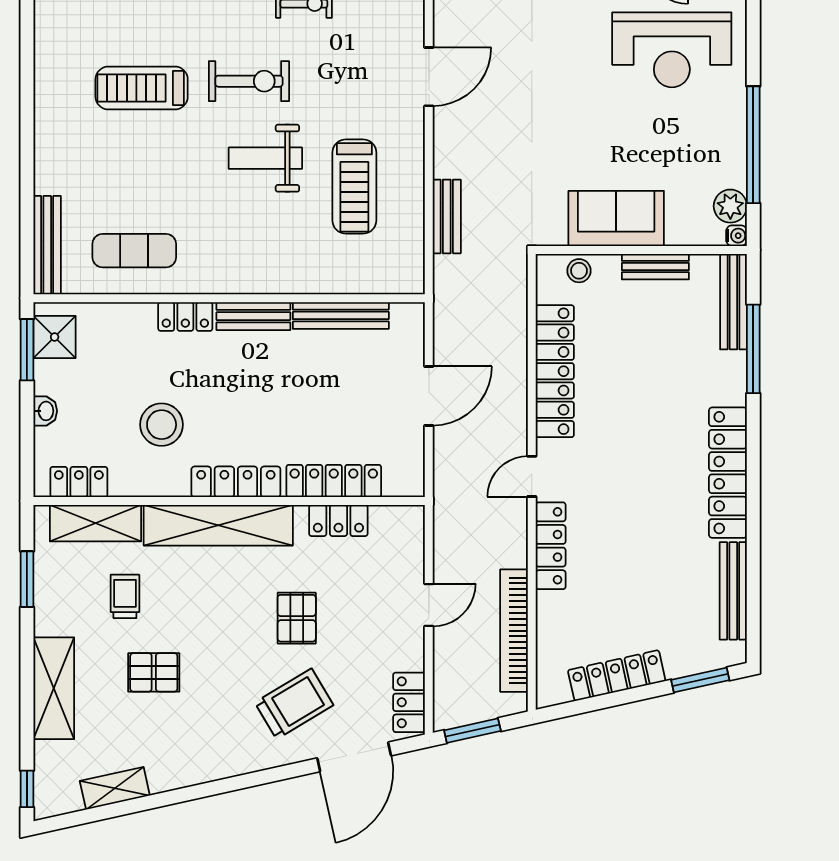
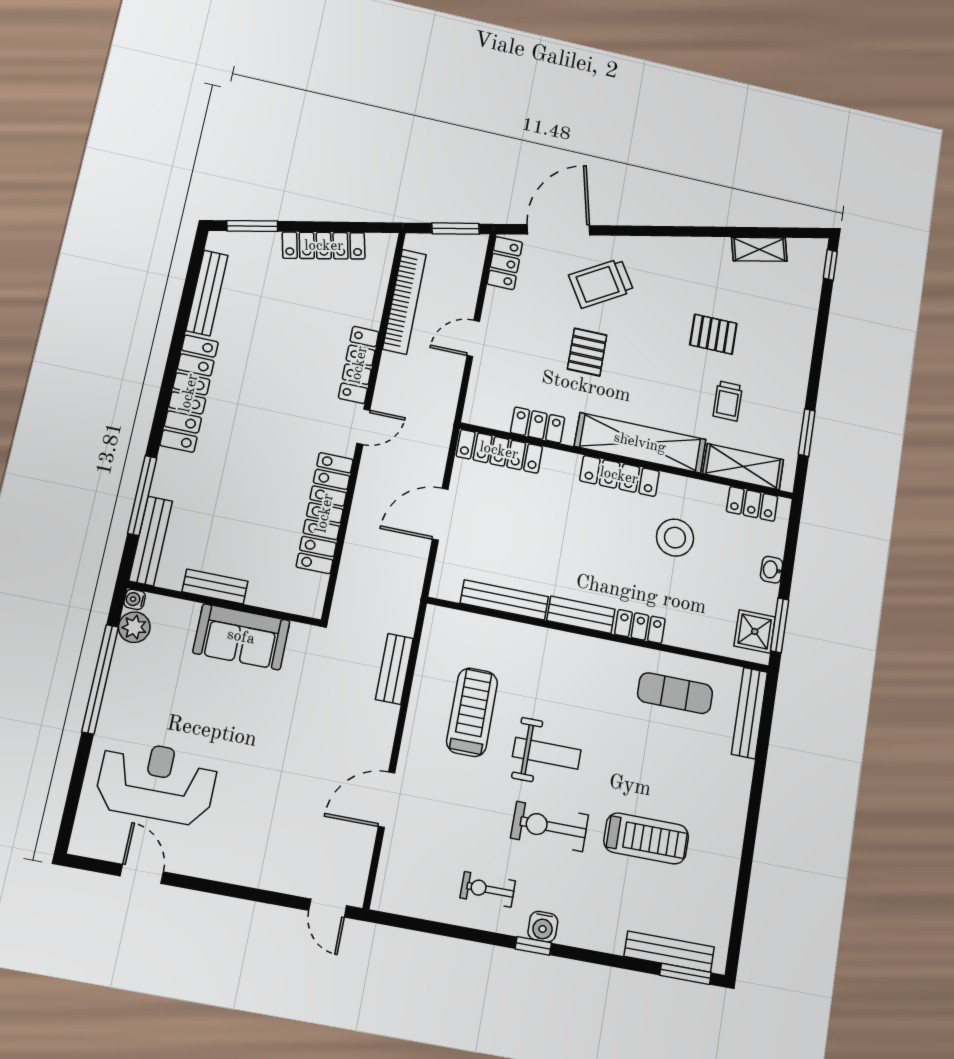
stool: (579, 271) -> (285, 597), removed
locker: (334, 481) -> (499, 451), moved
shelving: (54, 688) -> (797, 340), removed

